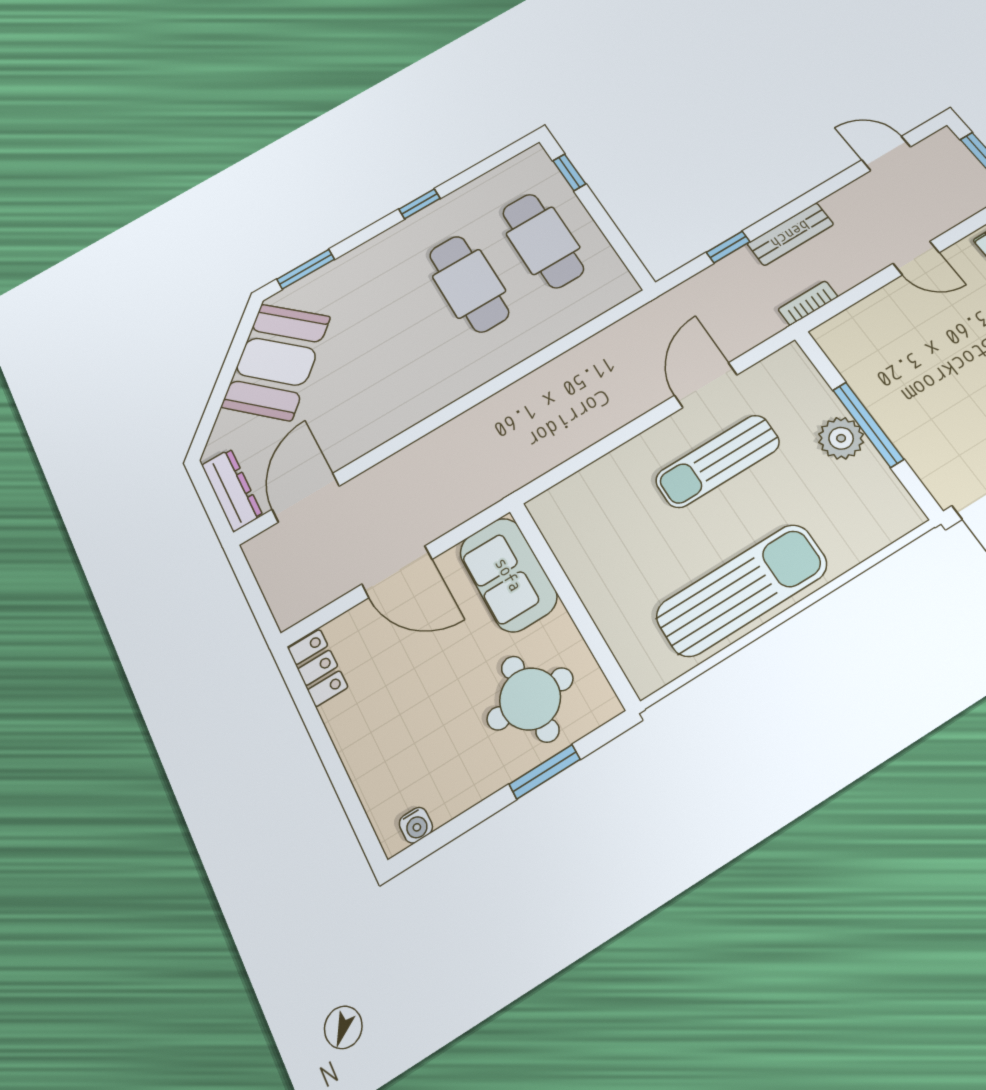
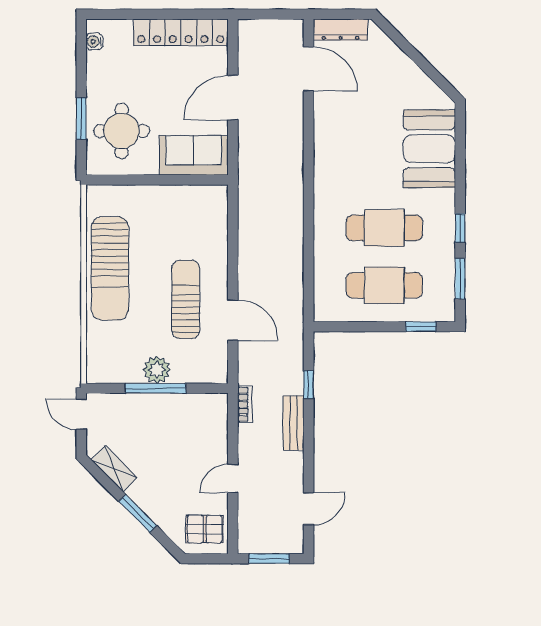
window: (306, 269) -> (460, 279), moved
booth: (276, 362) -> (429, 149), moved, turned 45
locker: (318, 668) -> (181, 32), width x2.16, depth x1.21

